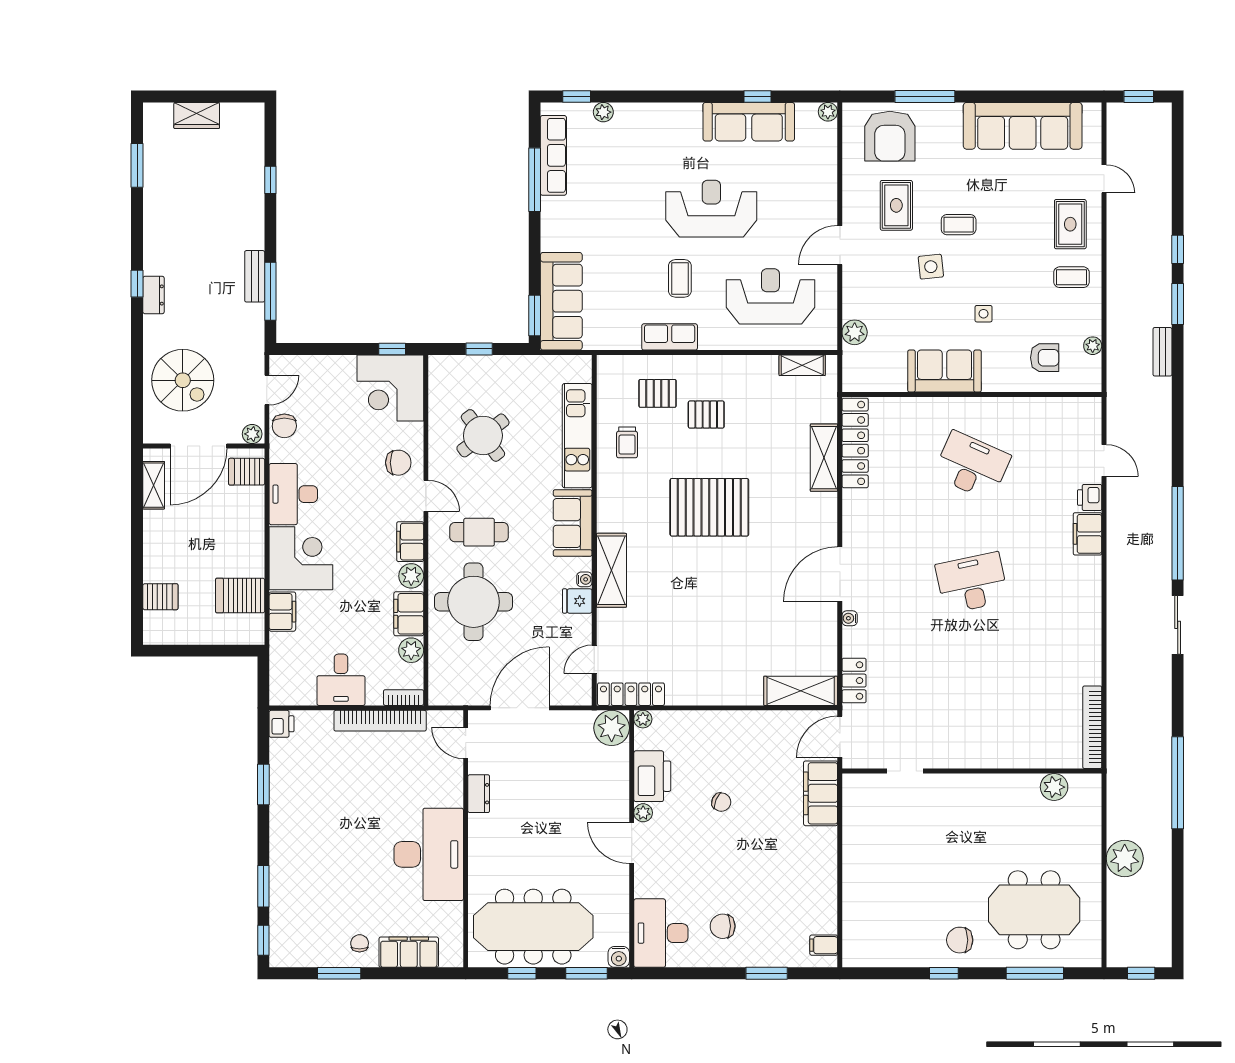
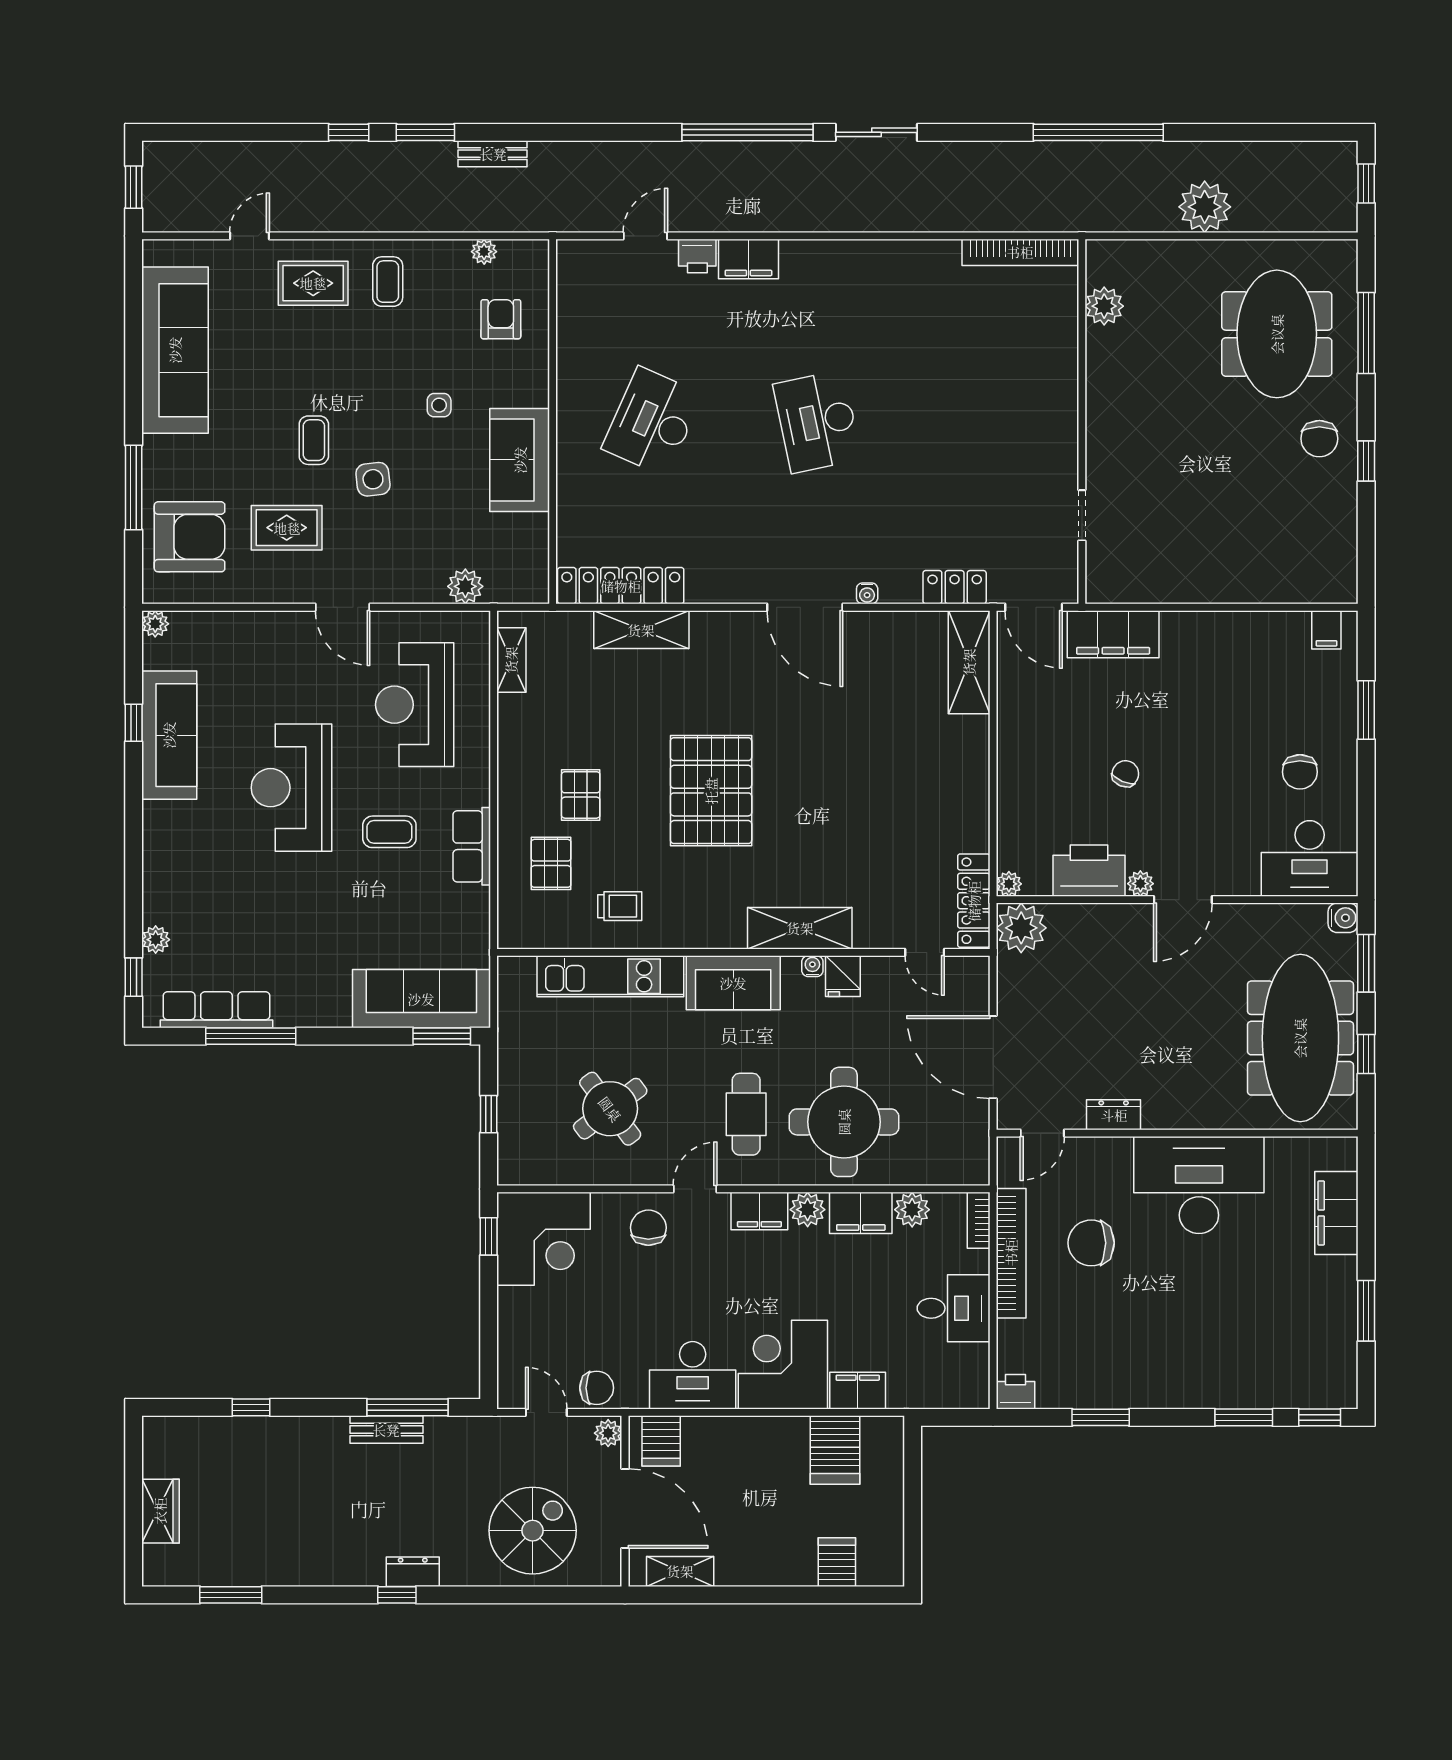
chair: (360, 943) -> (1091, 1243), moved, width x1.87, depth x1.87

